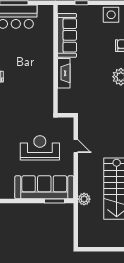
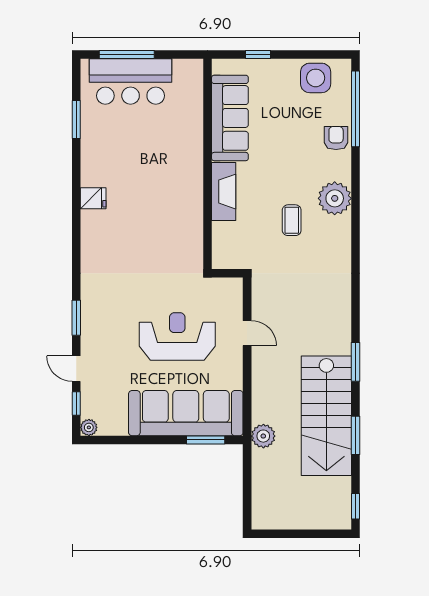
coffee table: (99, 88) -> (292, 220), added

